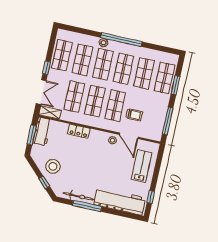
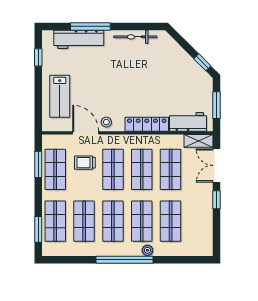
shop shelf: (62, 55) -> (55, 169), moved
window: (176, 85) -> (38, 229), moved
window: (168, 121) -> (38, 164), width x0.69
workbench: (42, 131) -> (188, 122), moved, turned 90
locker: (79, 131) -> (147, 124), width x1.53
stool: (53, 166) -> (179, 69), removed
window: (44, 182) -> (202, 62), moved
workbench: (120, 201) -> (79, 39), width x0.73, depth x0.76
window: (87, 206) -> (90, 26), moved

